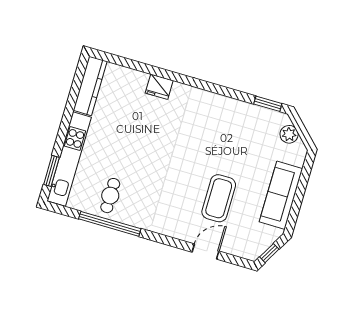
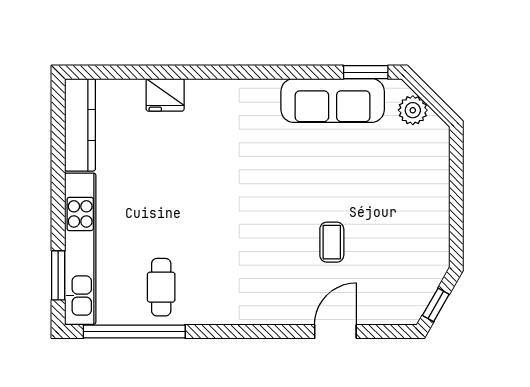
fridge: (159, 87) -> (165, 95), moved
sofa: (281, 195) -> (333, 100), moved, turned -90
coffee table: (219, 198) -> (332, 242), width x0.54, depth x0.58
window: (110, 224) -> (134, 331), moved

